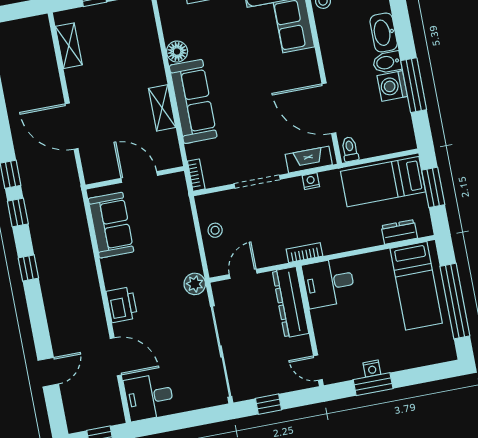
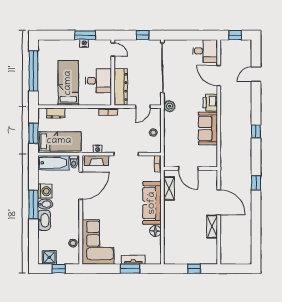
shelving: (69, 46) -> (212, 227), moved
window: (414, 85) -> (33, 204), moved
shelving: (162, 108) -> (169, 188), moved
door: (329, 108) -> (81, 186), hinge flipped
bathtub: (387, 141) -> (53, 163), added
window: (18, 213) -> (256, 162), removed
sofa: (111, 225) -> (208, 128), moved
desk: (329, 283) -> (98, 81), moved
bed: (416, 286) -> (68, 83), moved

